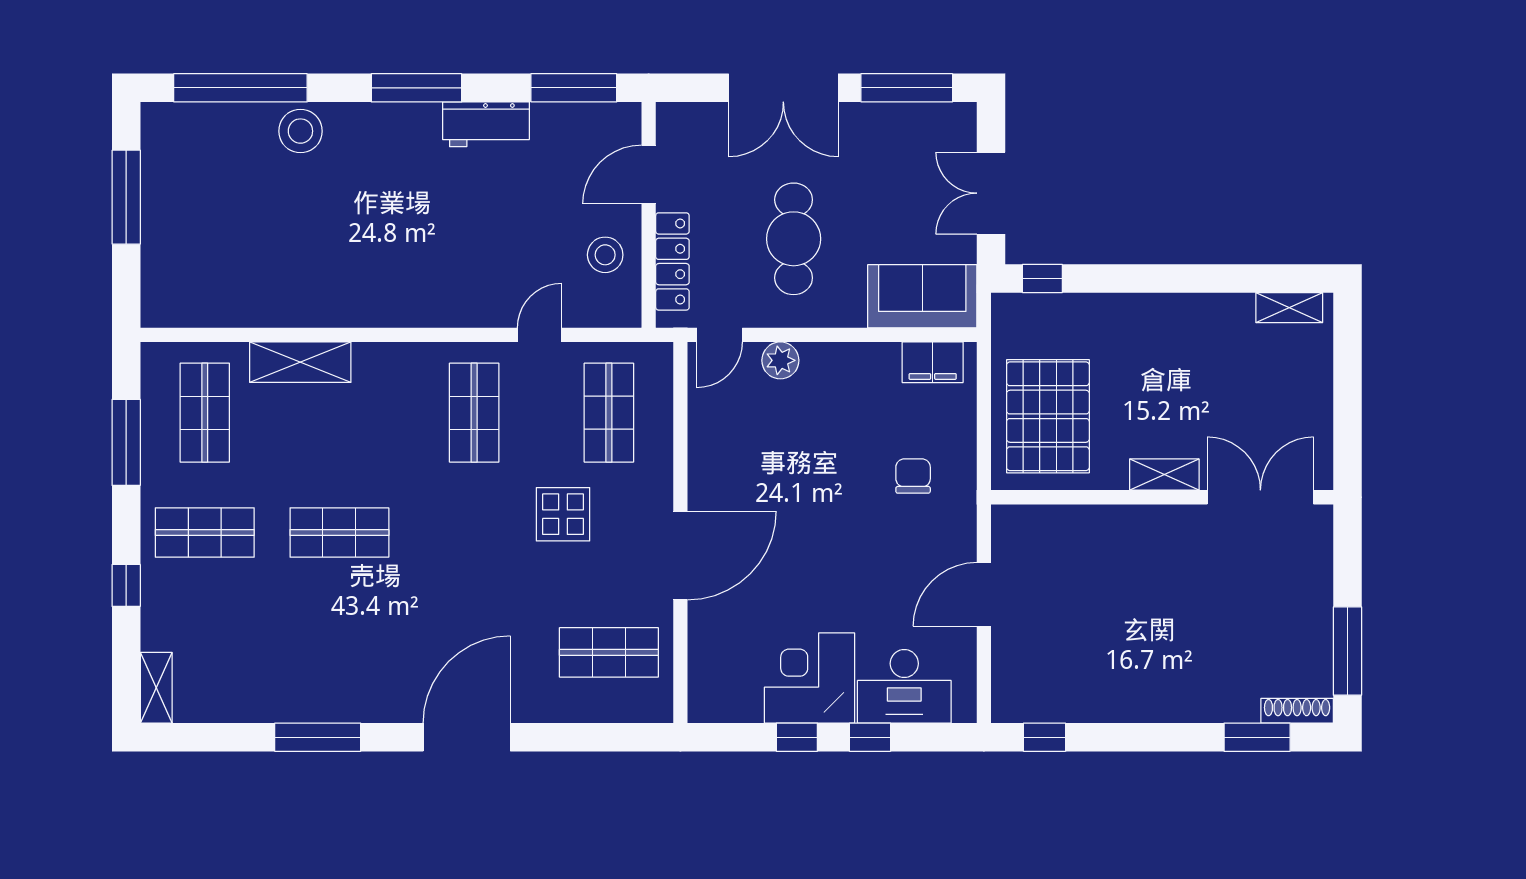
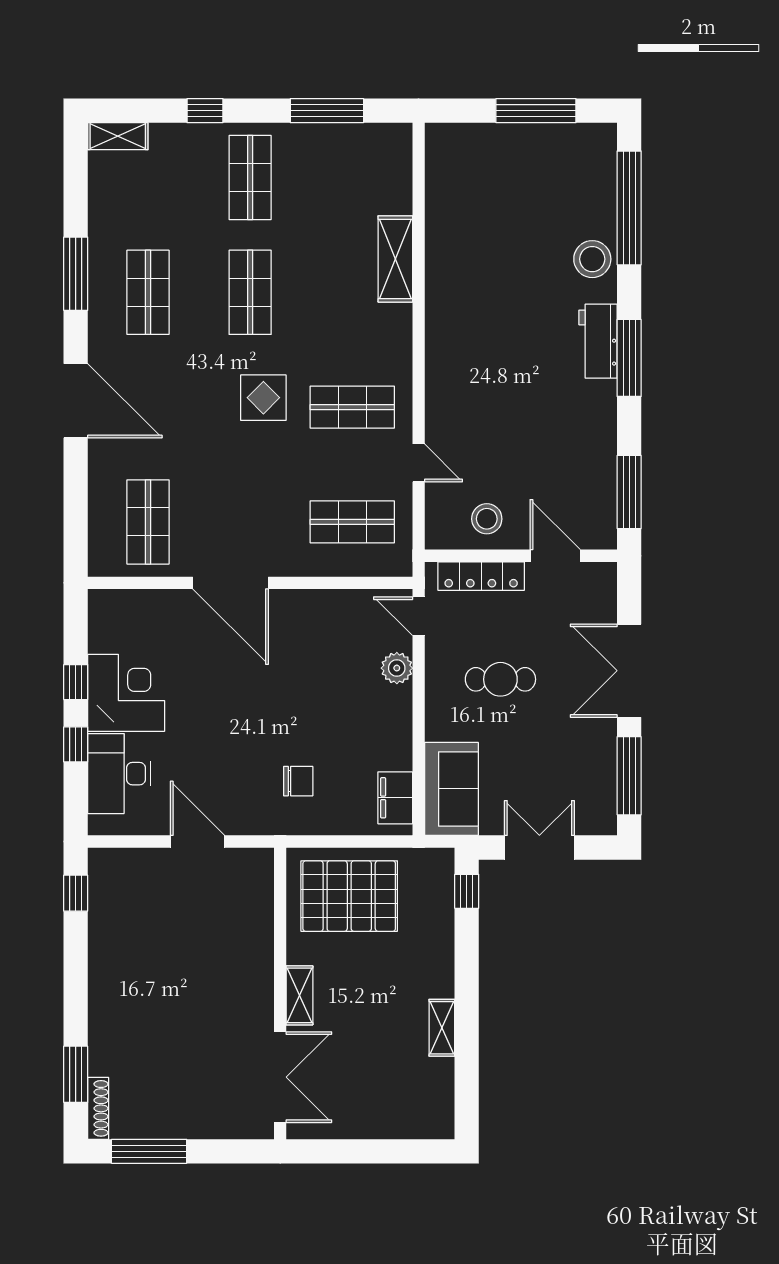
workbench: (486, 124) -> (598, 341), moved
cafe table: (794, 239) -> (500, 679), width x0.73, depth x0.74
shelving: (1289, 308) -> (442, 1028), moved
shop shelf: (205, 413) -> (148, 292), moved, turned 90
display table: (563, 514) -> (263, 398), moved

